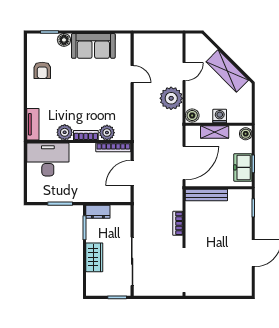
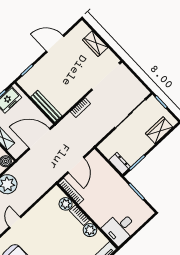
desk: (48, 160) -> (120, 228), width x0.73
door: (132, 173) -> (76, 165), hinge flipped
wardrobe: (94, 257) -> (159, 130), moved
wardrobe: (221, 288) -> (95, 44), added

